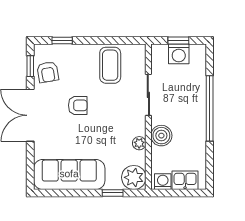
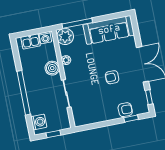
washing machine: (179, 54) -> (39, 122), moved, turned 90
coffee table: (110, 65) -> (96, 108), removed
armchair: (48, 72) -> (125, 110), moved, turned 100
window: (113, 193) -> (77, 23), width x2.17

